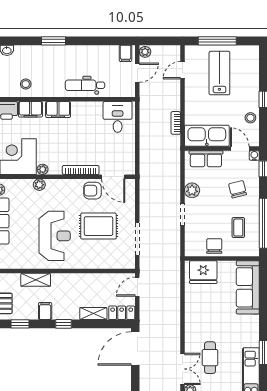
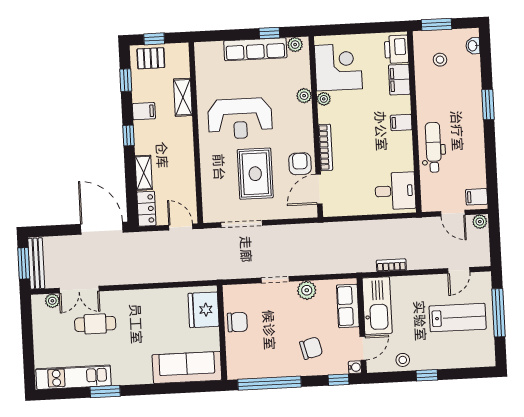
door: (182, 70) -> (459, 270), swing flipped
stool: (26, 84) -> (440, 60), moved
filing cabinet: (58, 110) -> (401, 123), width x0.50
coffee table: (238, 228) -> (262, 352), removed

